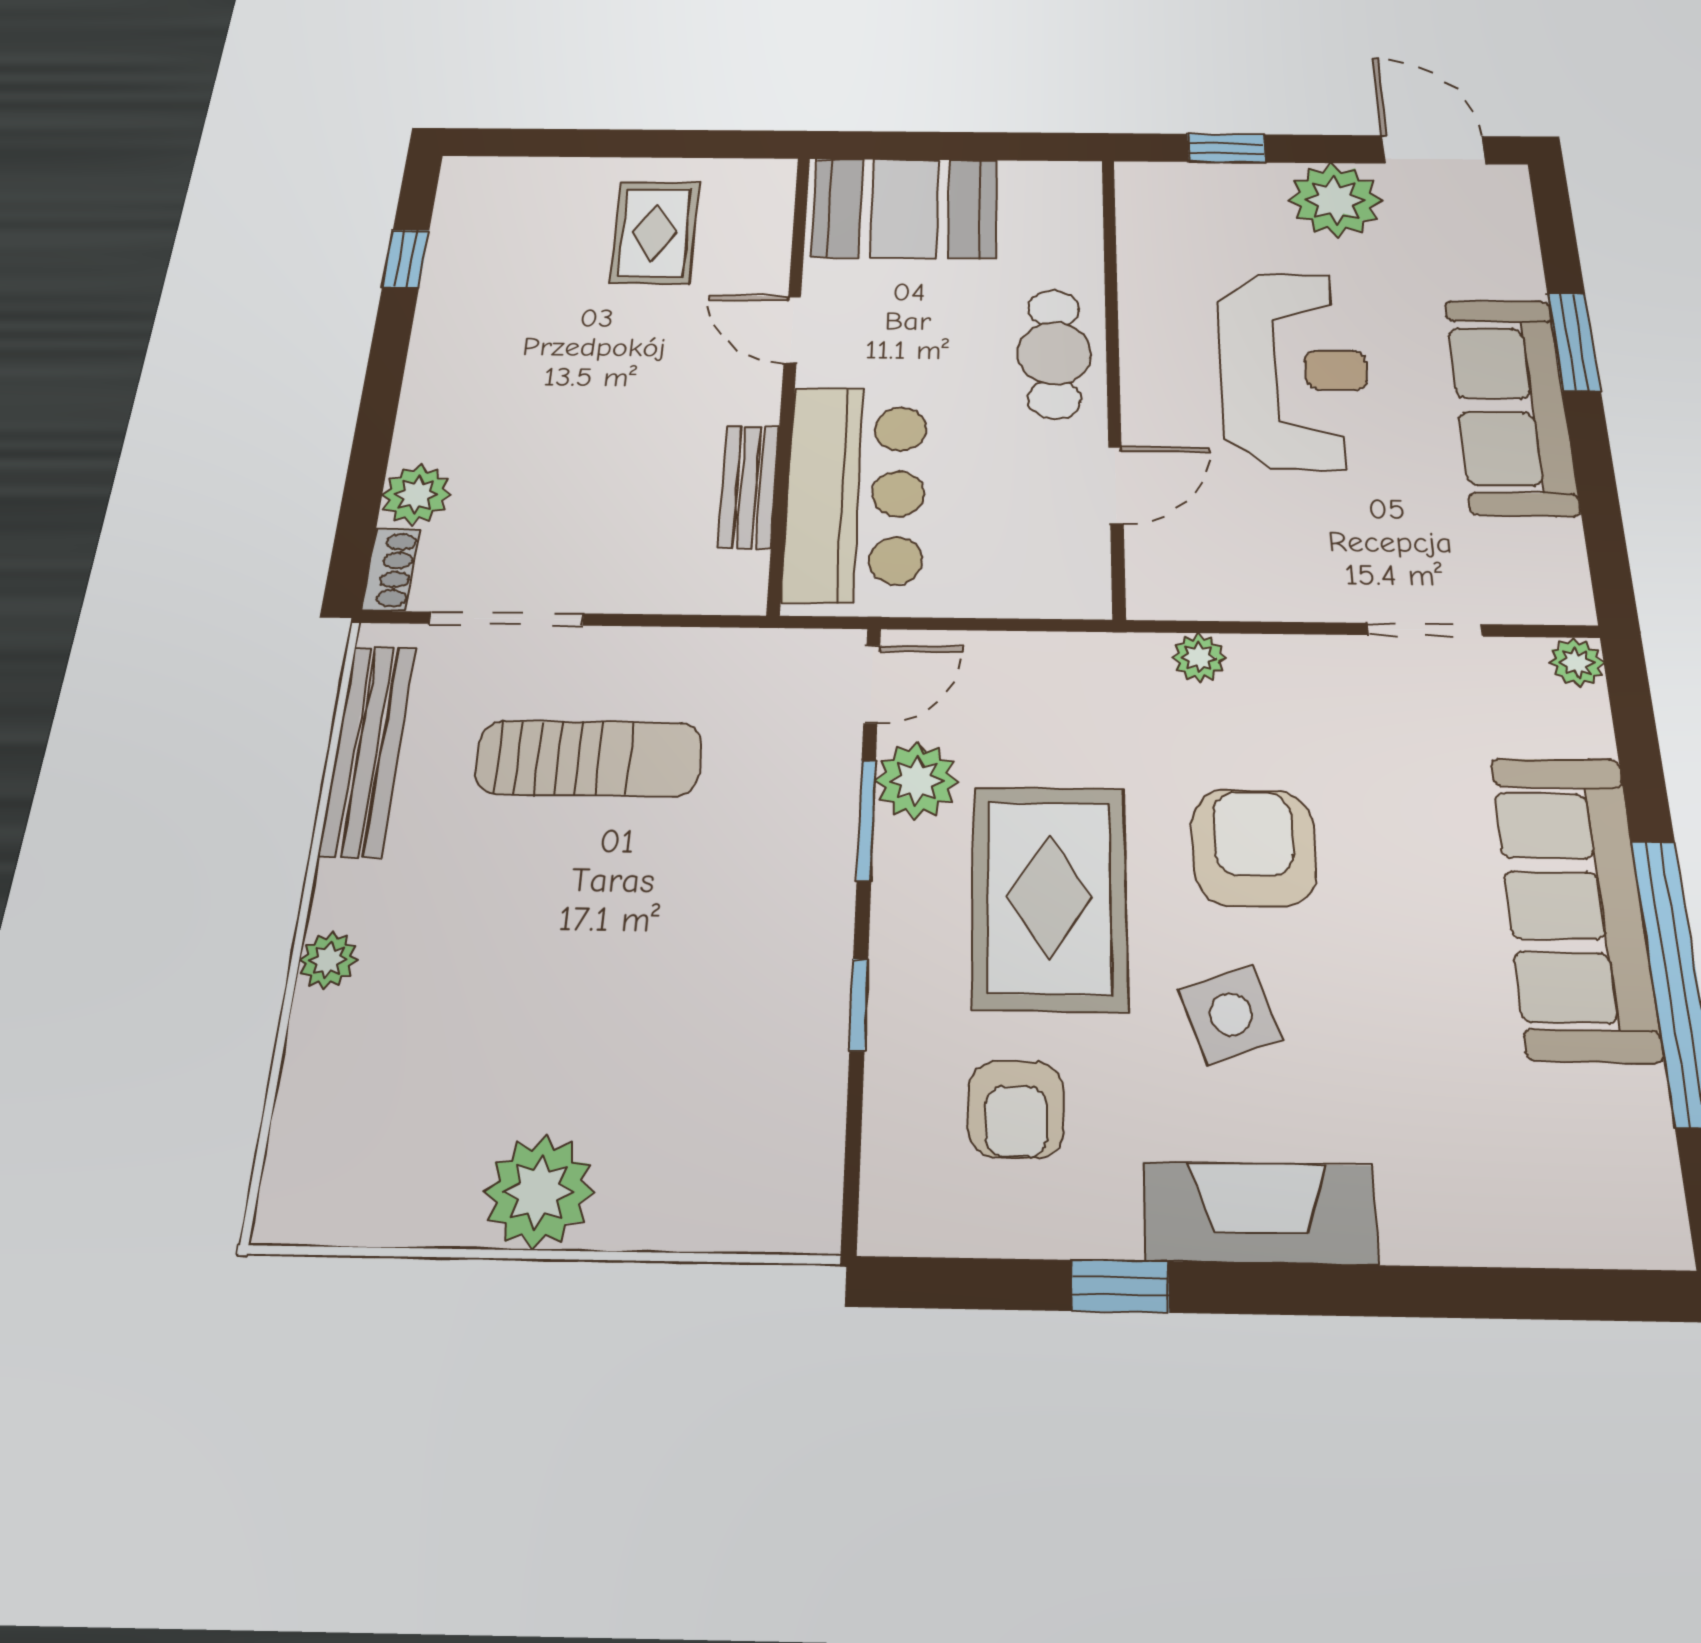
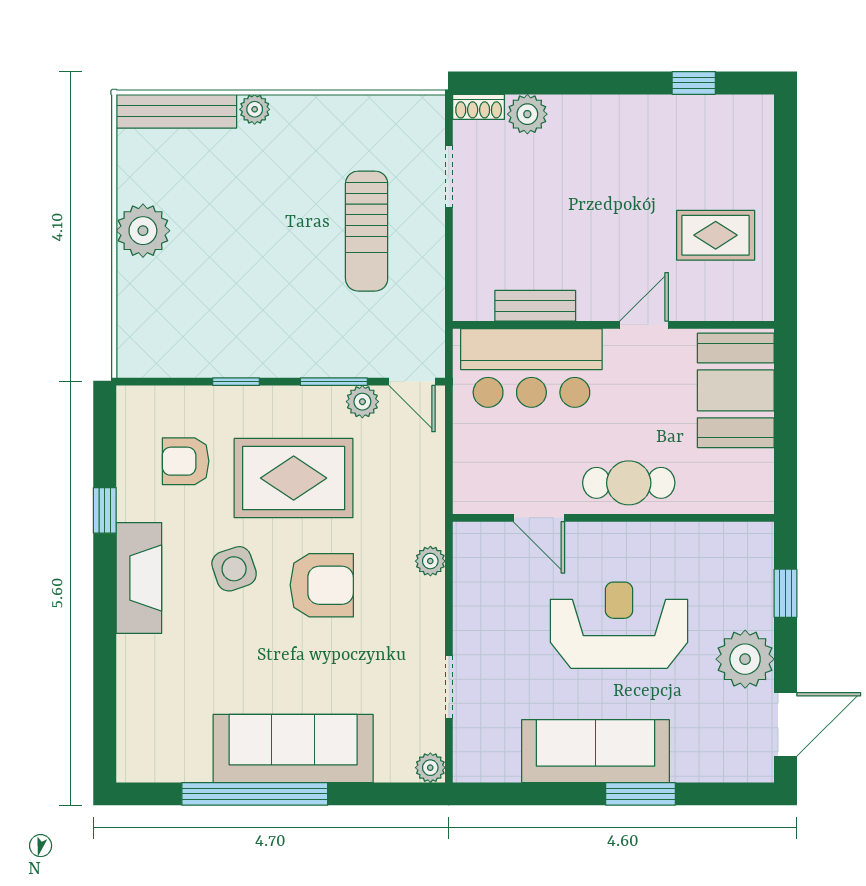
reception desk: (1294, 370) -> (619, 625), turned 180
doorway: (507, 619) -> (449, 176), width x0.73
bench: (368, 750) -> (176, 111), moved
plant: (917, 781) -> (362, 402), width x0.73, depth x0.73

